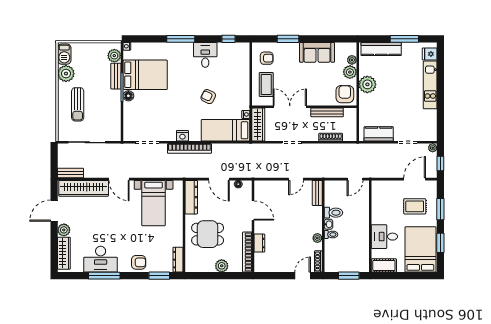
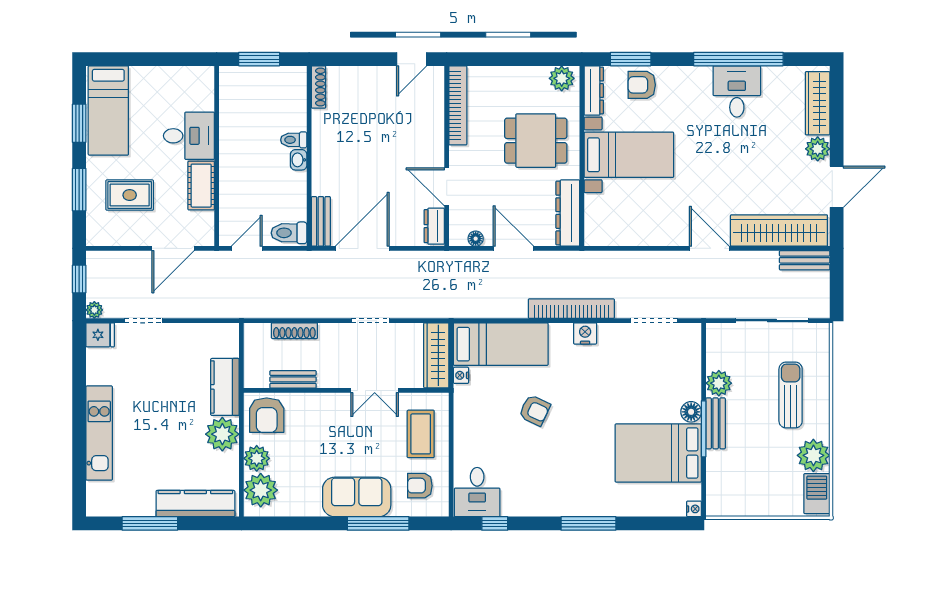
window: (288, 39) -> (378, 523), width x1.44
sofa: (317, 52) -> (357, 497), moved
fridge: (430, 54) -> (100, 335), moved
desk: (205, 55) -> (477, 492), moved
plant: (114, 56) -> (719, 383), moved
plant: (352, 60) -> (261, 490), width x1.88, depth x1.88
bench: (116, 76) -> (716, 423), moved
double door: (290, 107) -> (375, 390), width x0.73
bench: (327, 112) -> (293, 379), width x0.73
kitchen counter: (379, 134) -> (225, 387), moved, turned 90
door: (296, 179) -> (362, 248), width x1.87
door: (415, 179) -> (173, 248), moved
bed with nightstands: (154, 203) -> (629, 155), moved, turned 90
toilet: (333, 213) -> (289, 233), moved
plant: (317, 238) -> (320, 133), removed
dresser: (259, 243) -> (434, 226), moved
bed: (420, 249) -> (108, 110), width x0.67
desk: (101, 259) -> (737, 91), width x0.73
armchair: (139, 262) -> (642, 85), moved
cot: (384, 265) -> (201, 186), moved, turned 90
plant: (222, 266) -> (562, 78), moved
window: (104, 276) -> (738, 59), width x1.46
door: (303, 276) -> (412, 59), moved

